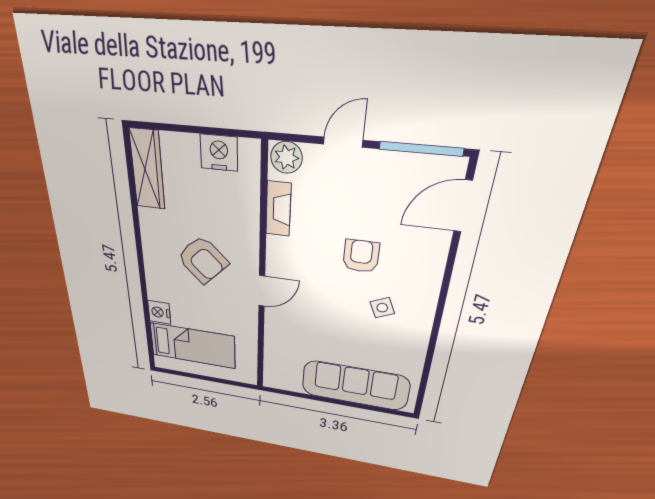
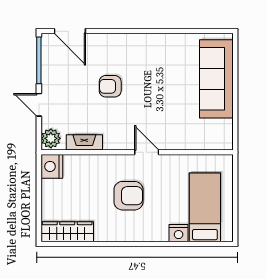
nightstand: (219, 153) -> (52, 166), moved
armchair: (203, 260) -> (128, 196), turned 45
side table: (382, 308) -> (146, 68), removed

